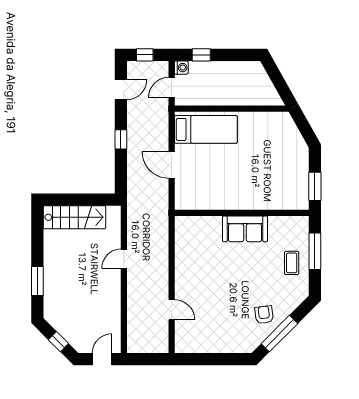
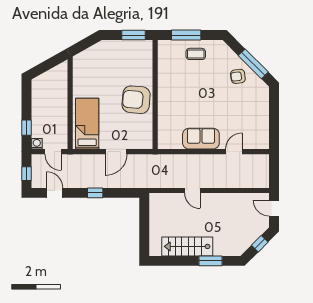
armchair: (235, 190) -> (136, 100), added
stairs: (74, 217) -> (187, 246), moved, turned -90
sofa: (245, 229) -> (201, 139), moved, turned -90

